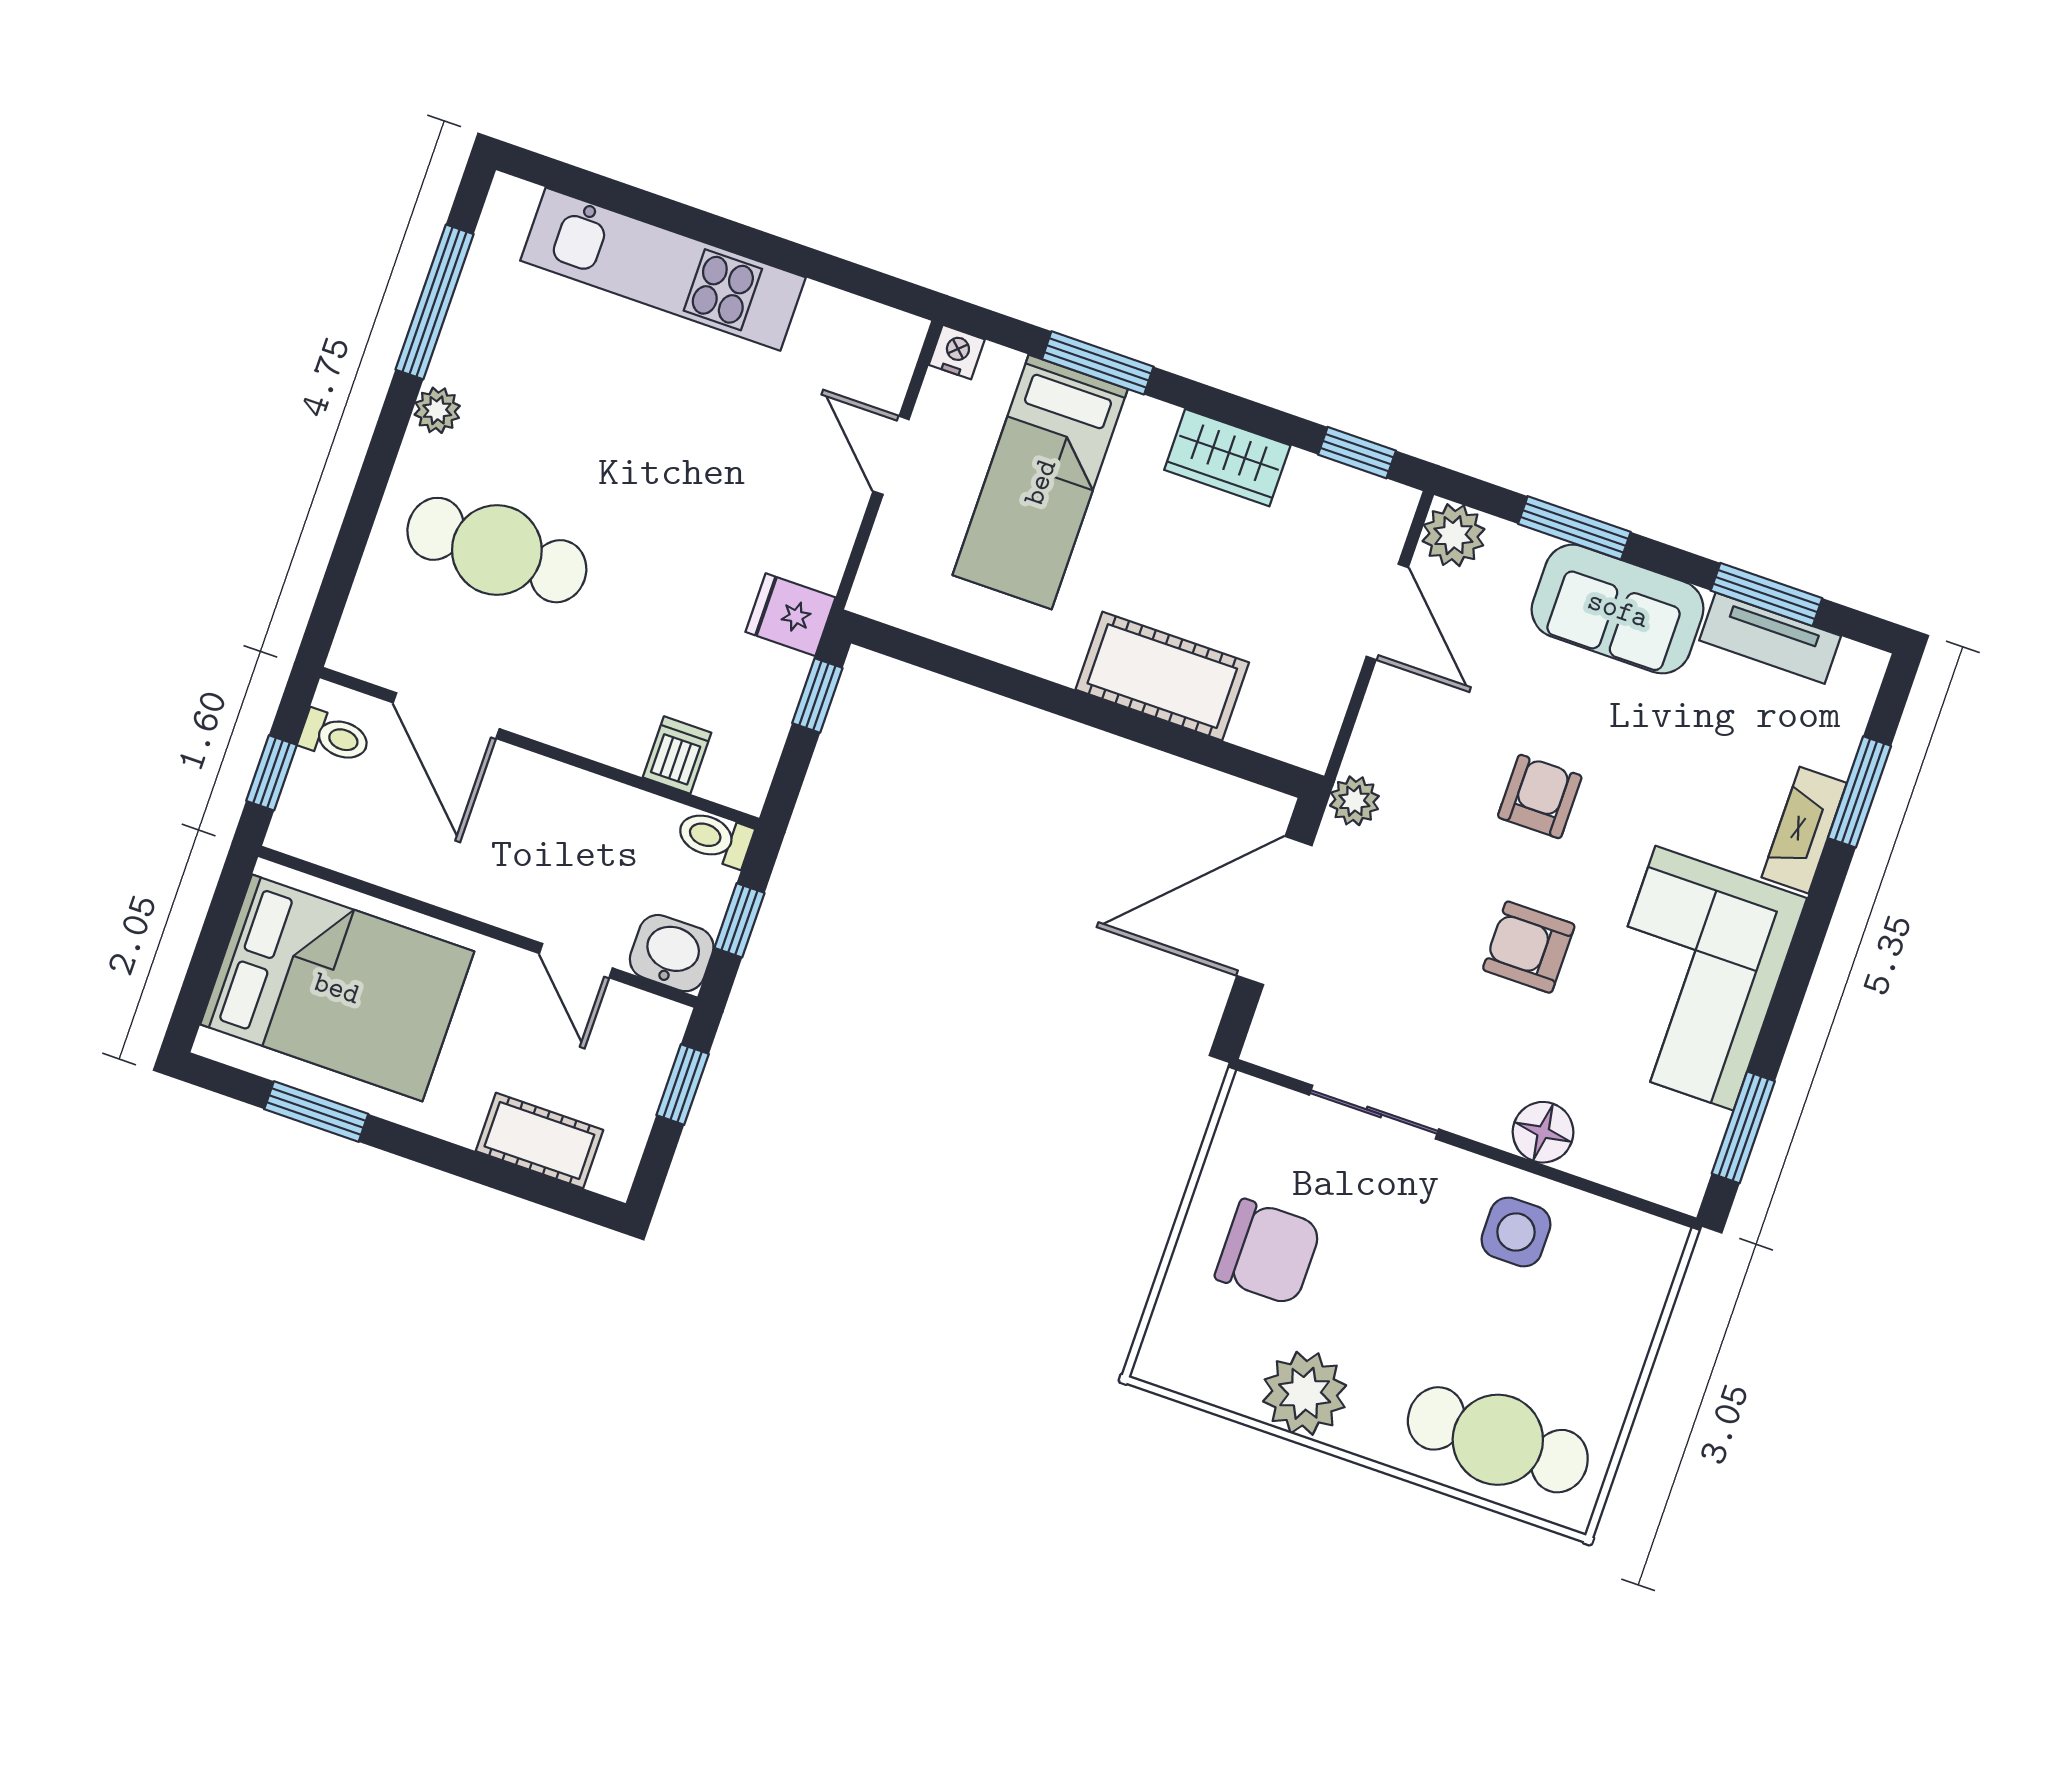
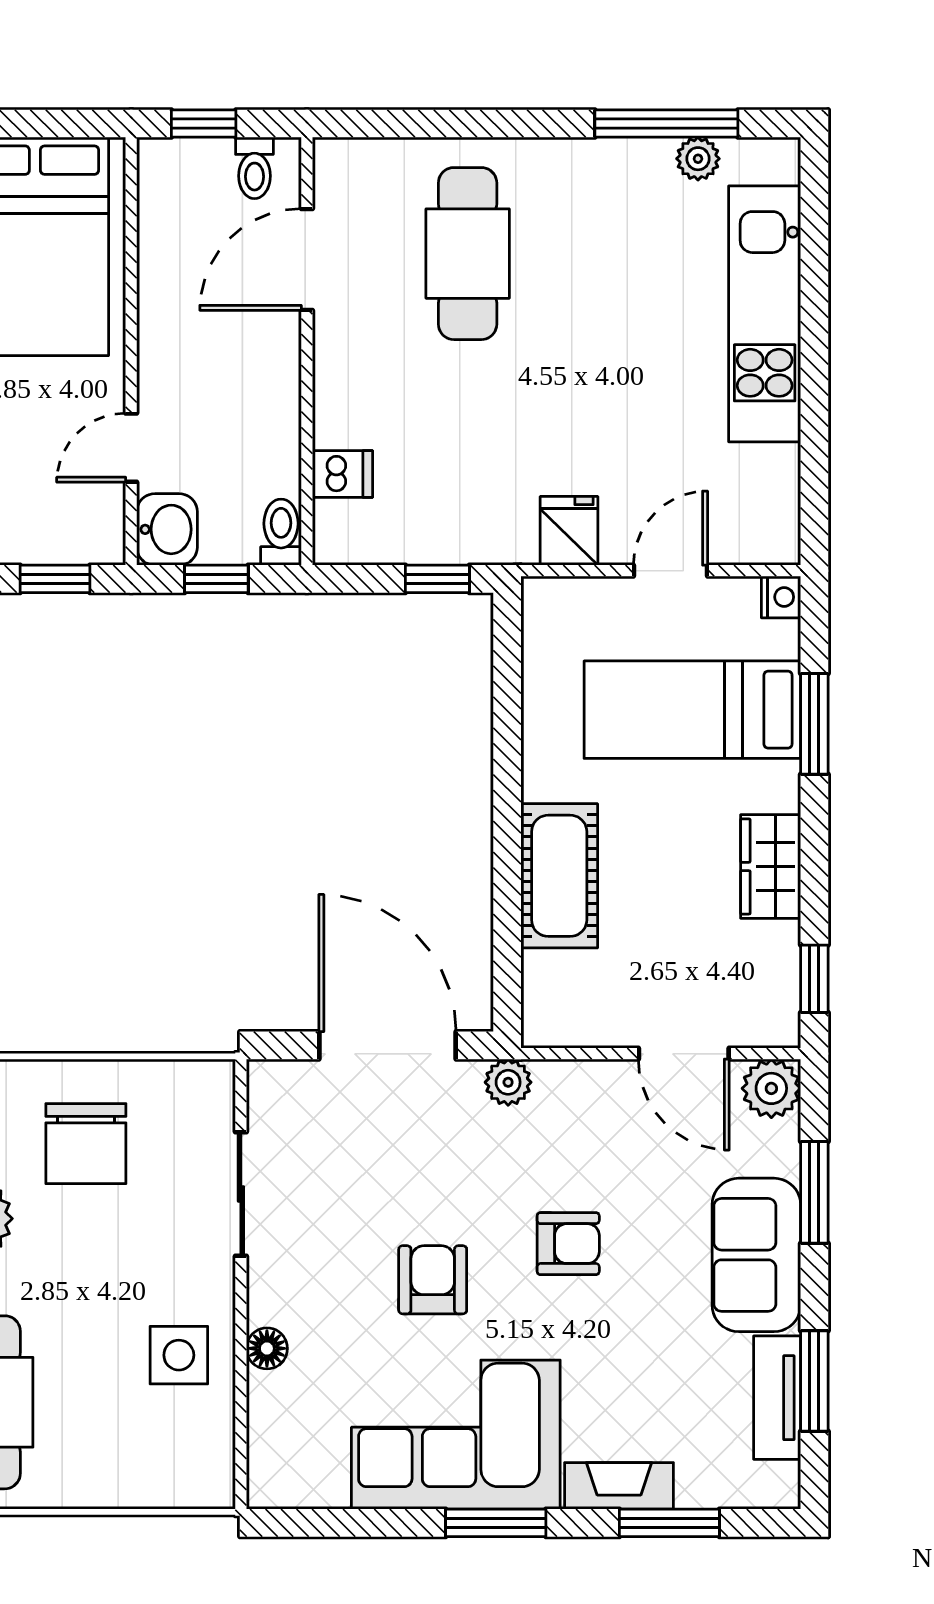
plant: (437, 410) -> (698, 159), moved
door: (1387, 612) -> (684, 1054), hinge flipped
fridge: (790, 615) -> (569, 531), moved
window: (1743, 1127) -> (496, 1523), moved
floor lamp: (1543, 1132) -> (267, 1348), width x0.73, depth x0.73

